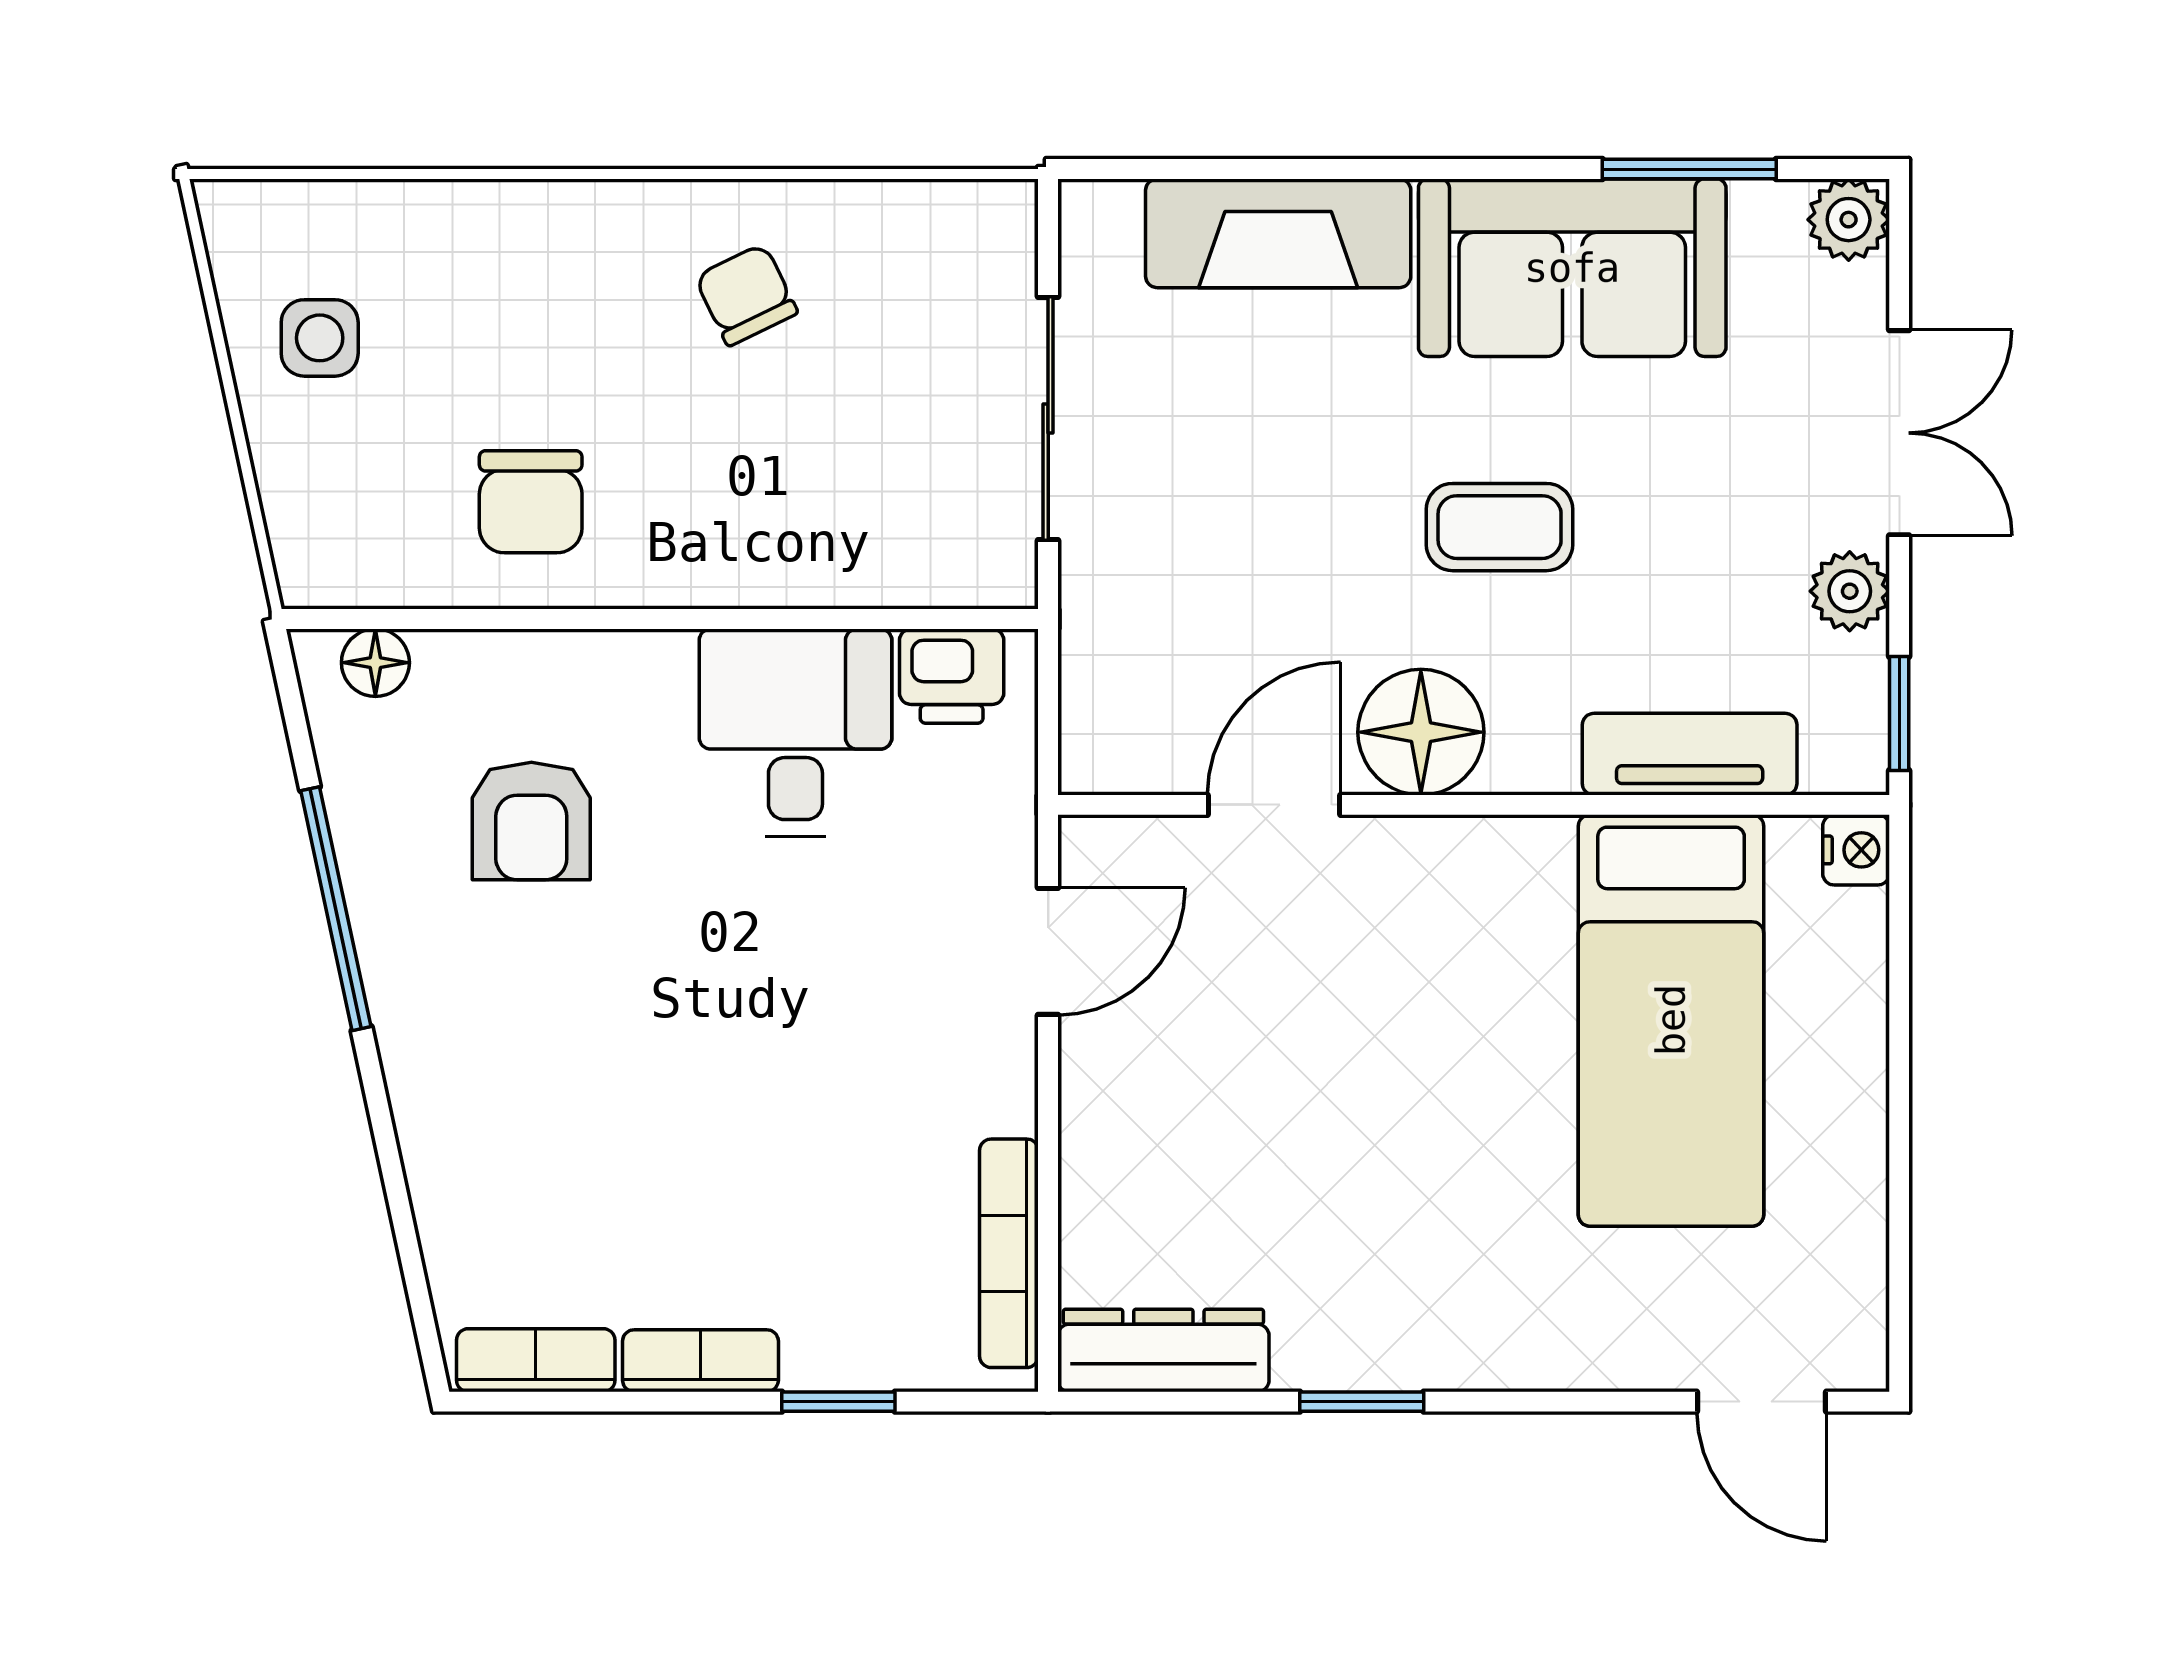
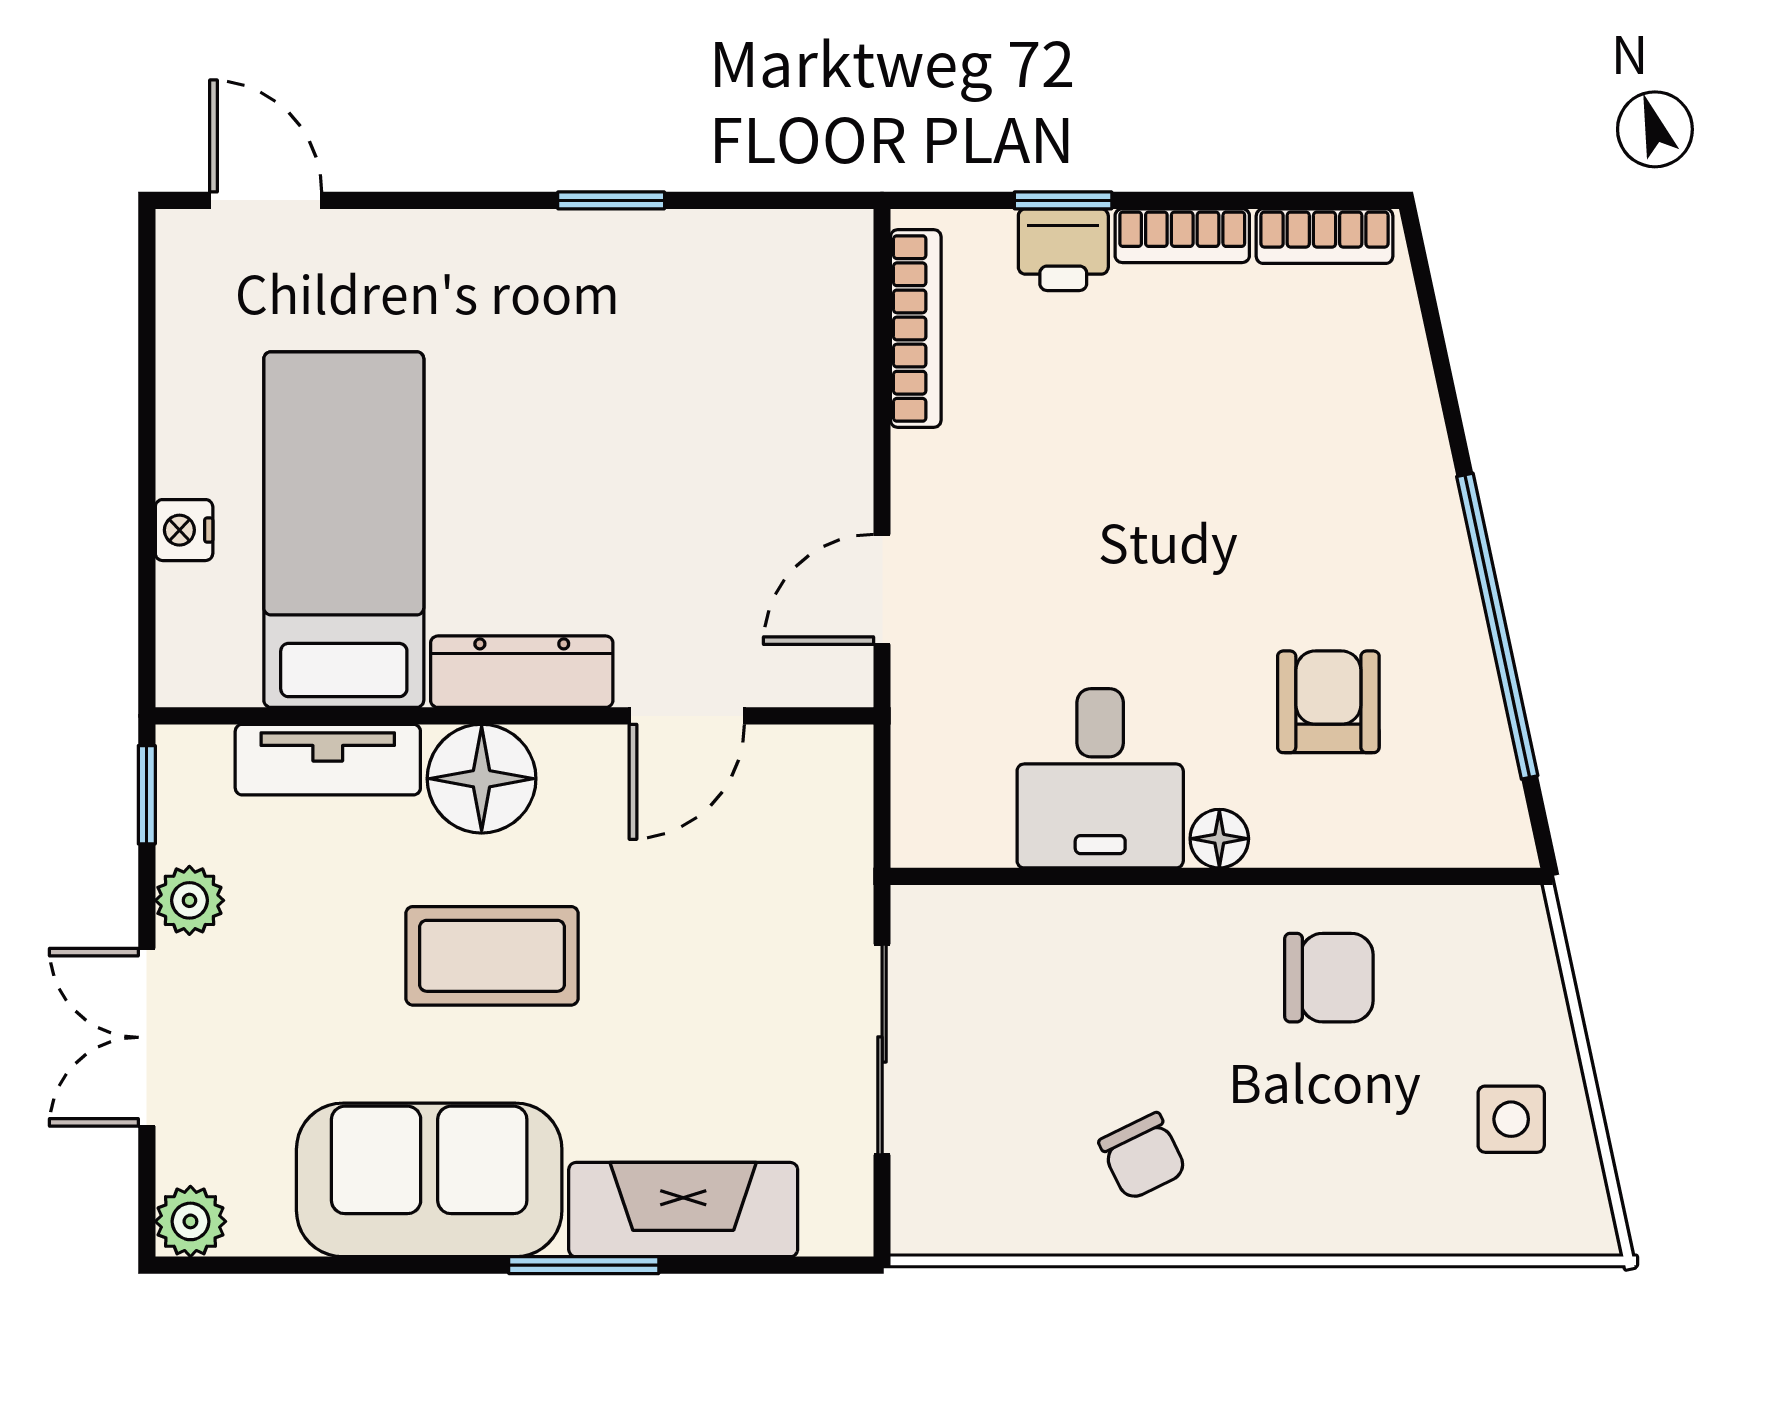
window: (1689, 169) -> (584, 1265), moved
chair: (531, 502) -> (1329, 978), turned 90
coffee table: (1500, 527) -> (492, 956), width x1.36, depth x1.30
floor lamp: (375, 663) -> (1219, 839), moved
printer: (952, 676) -> (1063, 250), moved, turned 180
floor lamp: (1421, 732) -> (482, 779), moved
nightstand: (1856, 850) -> (184, 530), moved
window: (336, 909) -> (1497, 626), width x1.46
dresser: (1163, 1351) -> (522, 672), moved, turned 180

